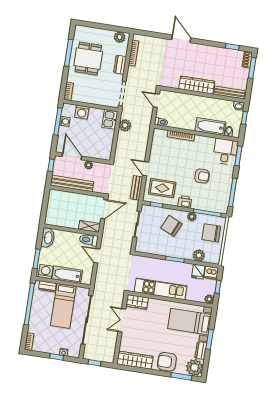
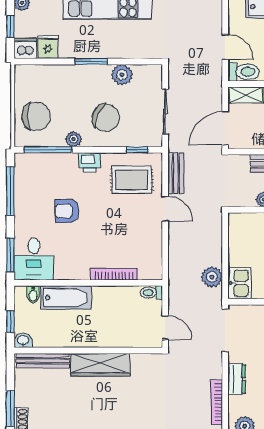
plant: (199, 255) -> (122, 75), moved

